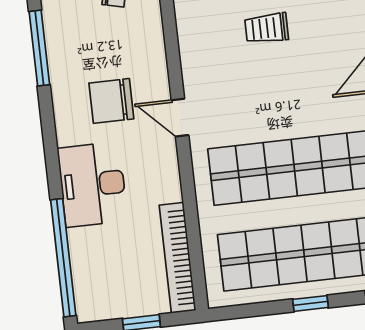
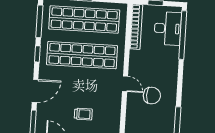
desk: (93, 184) -> (168, 28), moved

